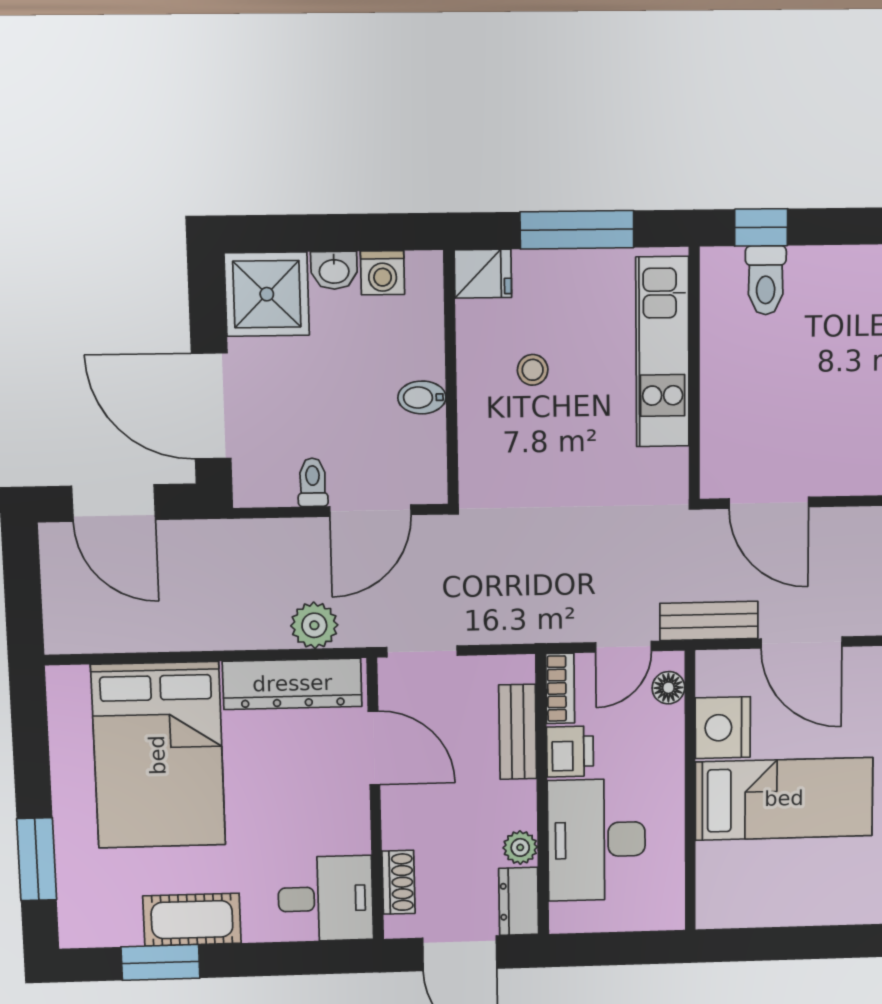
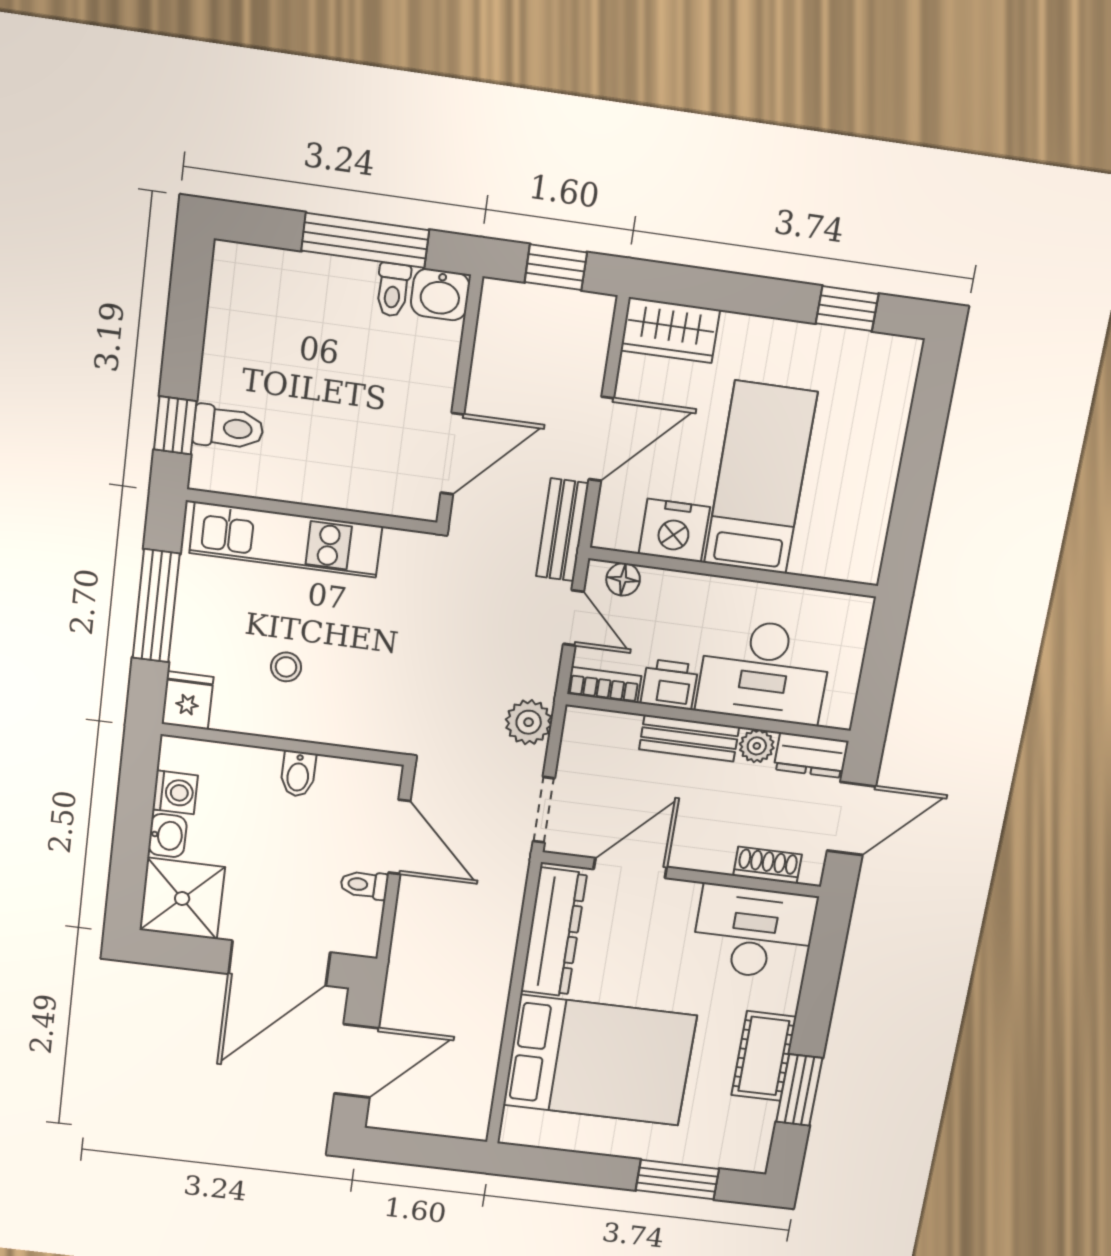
plant: (314, 625) -> (529, 722), moved
bench: (518, 732) -> (689, 738), moved
desk: (326, 899) -> (754, 932), width x1.37

